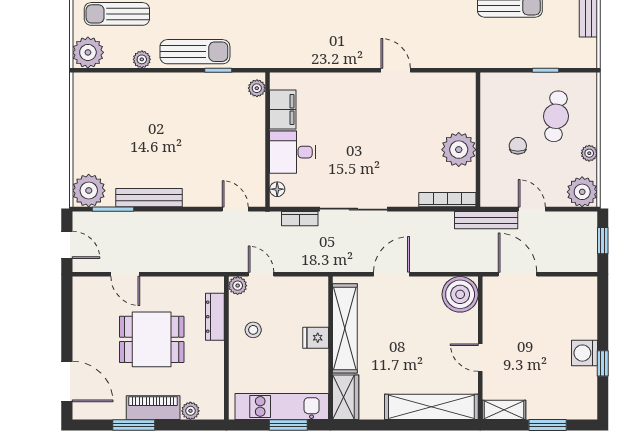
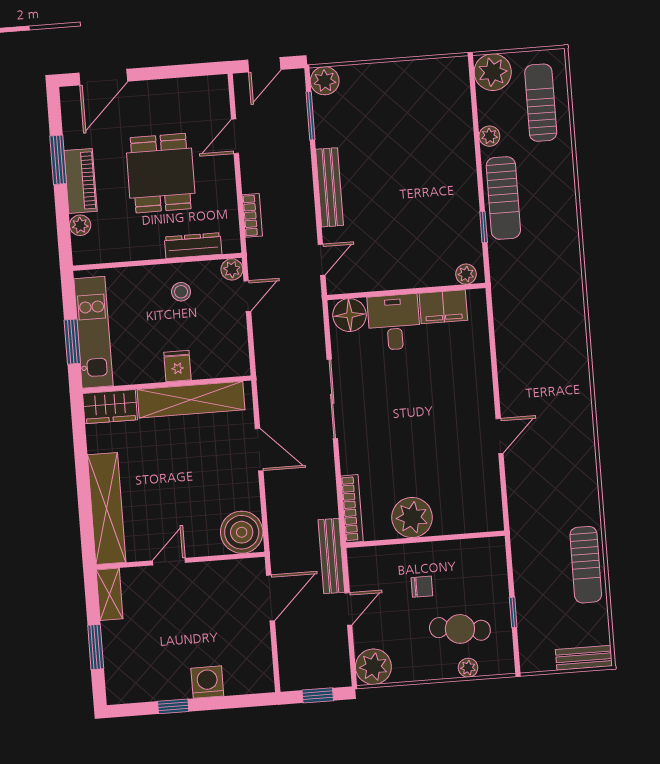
plant: (589, 153) -> (468, 668), moved
floor lamp: (277, 189) -> (349, 315), width x1.89, depth x1.89
plant: (89, 191) -> (325, 81), width x0.73, depth x0.73
bench: (149, 198) -> (330, 187), moved
bookcase: (300, 219) -> (252, 215), moved, turned 180
washing machine: (584, 353) -> (207, 682), moved

